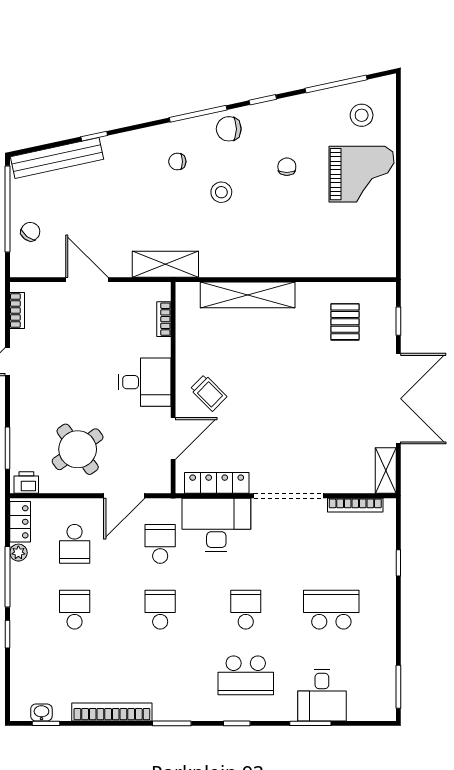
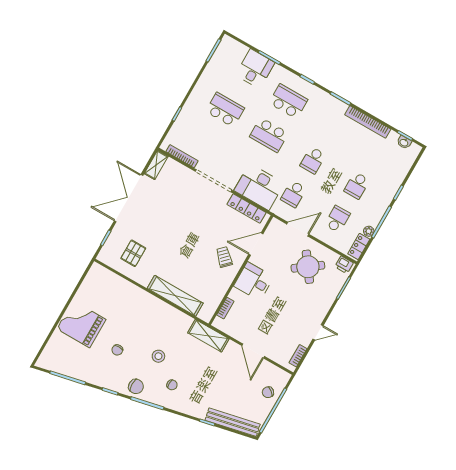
stool: (362, 115) -> (64, 354), removed
school desk: (246, 610) -> (269, 135), width x1.85
school desk: (331, 610) -> (225, 110), turned 180

